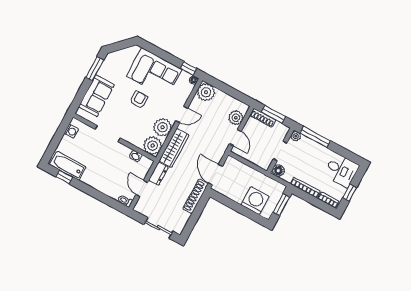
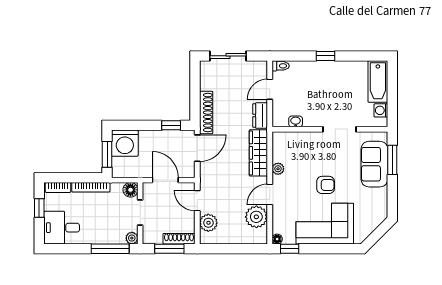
window: (95, 69) -> (392, 160), moved
plant: (206, 92) -> (256, 217), moved
armchair: (139, 100) -> (326, 185), turned -90
plant: (162, 127) -> (278, 169), width x0.53, depth x0.53
plant: (153, 146) -> (283, 143), removed
door: (250, 164) -> (165, 180), added
bathtub: (68, 166) -> (378, 81), moved, turned 90
door: (215, 175) -> (197, 148), hinge flipped
window: (64, 177) -> (325, 56), moved
door: (142, 188) -> (270, 89), swing flipped
window: (225, 201) -> (171, 125), added
washing machine: (255, 201) -> (125, 143), moved

